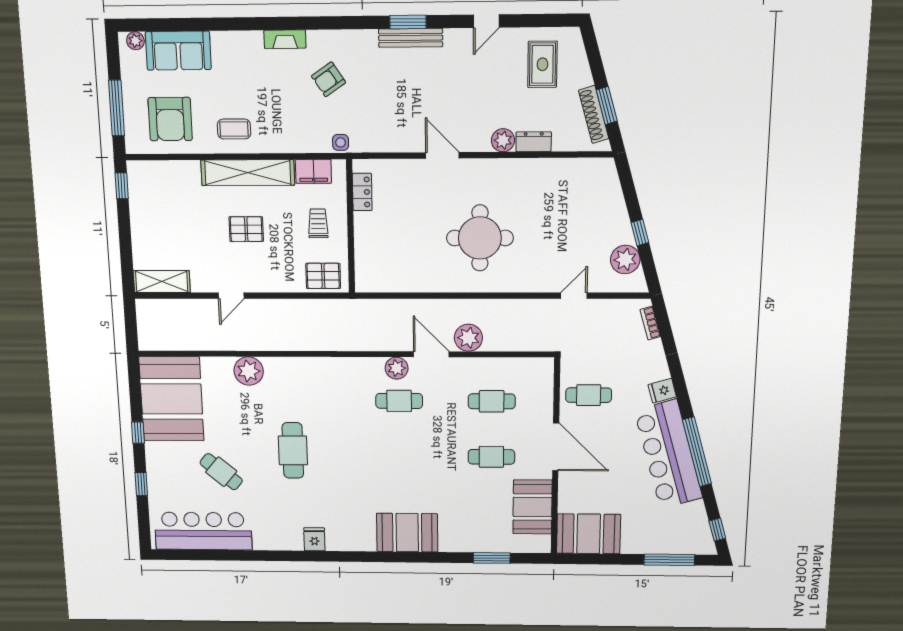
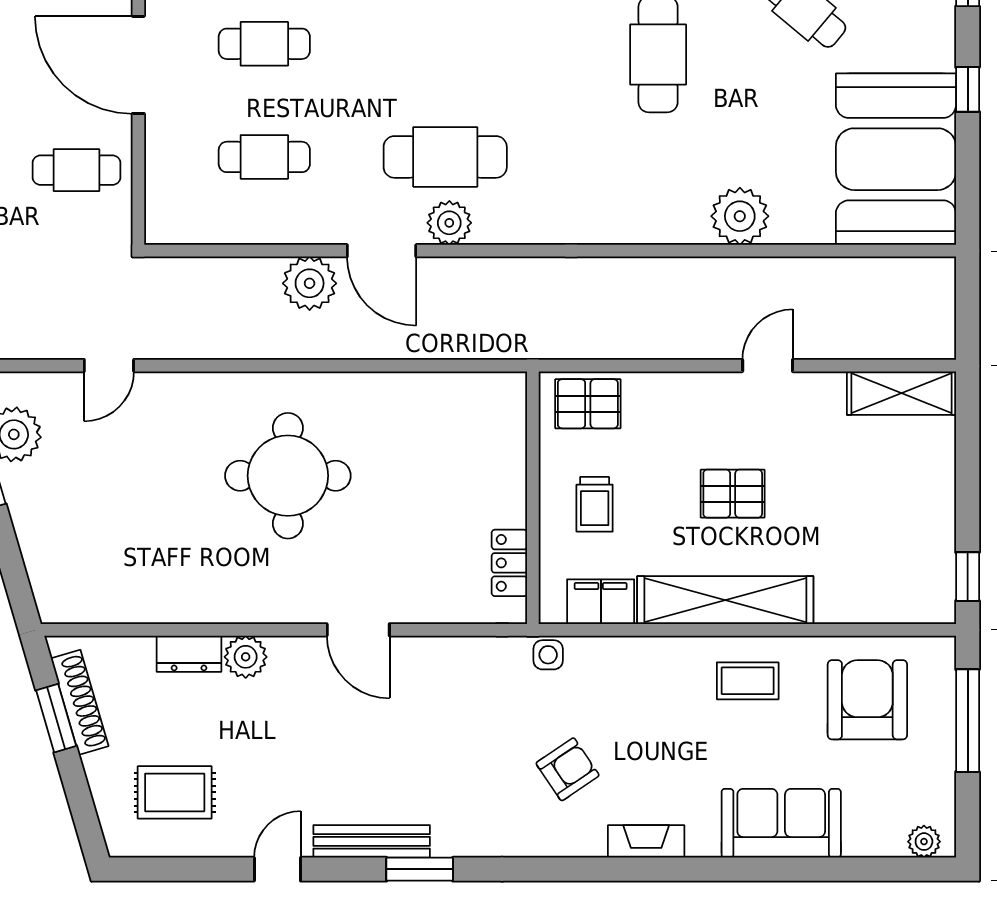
bench: (411, 38) -> (372, 841), moved
sofa: (178, 51) -> (781, 823), moved
rug: (542, 64) -> (175, 792), turned 90
cafe table: (399, 401) -> (445, 157), width x1.37, depth x1.35

